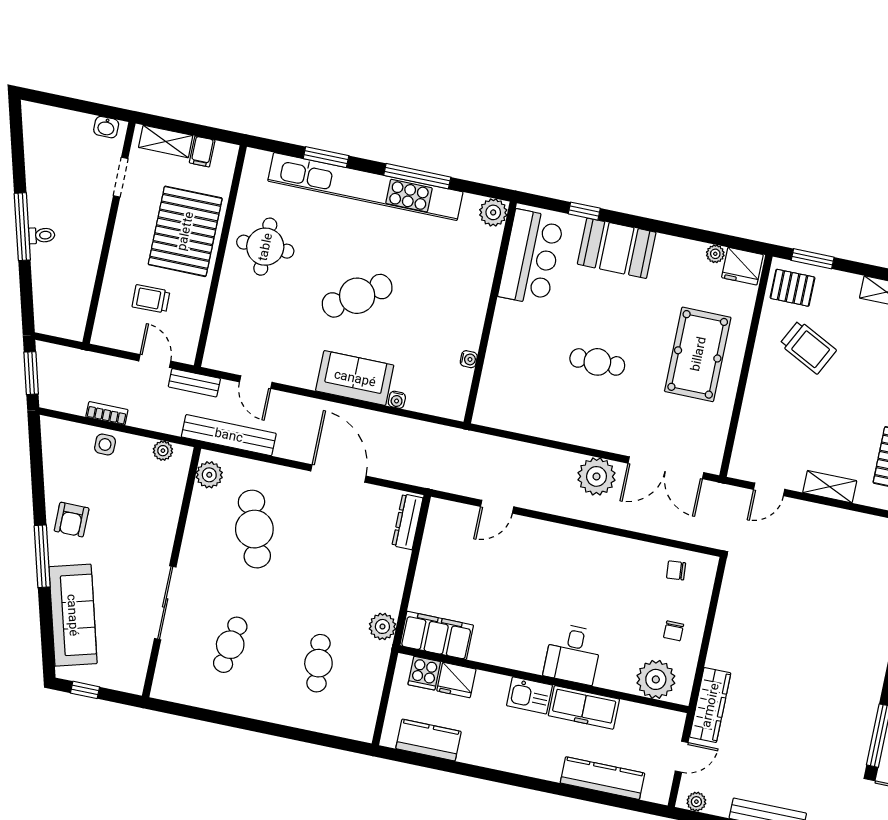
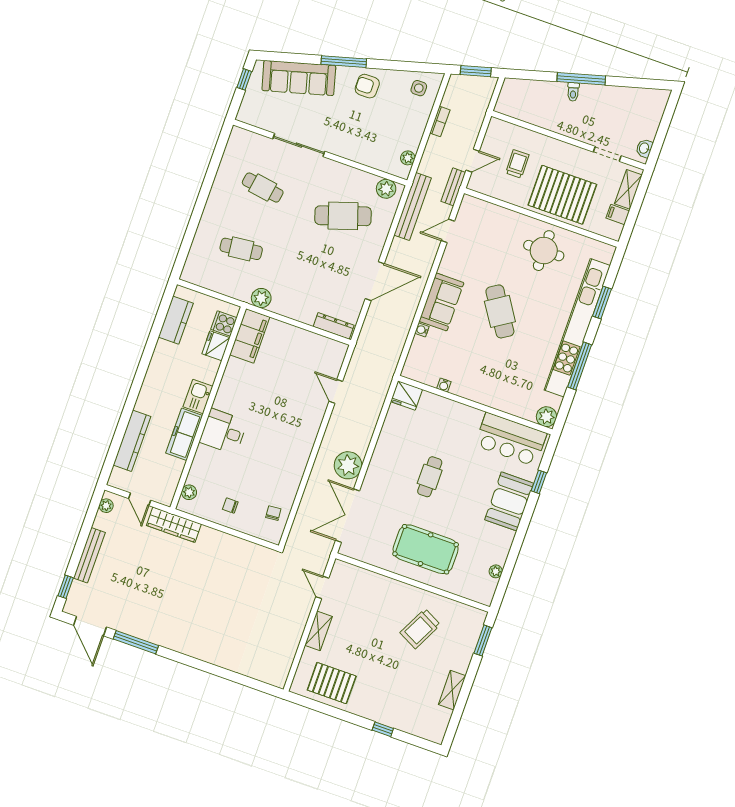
fridge: (742, 266) -> (406, 395), moved, turned -90
pallet: (792, 288) -> (464, 623), removed
side table: (105, 445) -> (419, 88), moved
plant: (656, 679) -> (189, 492), width x0.53, depth x0.53

